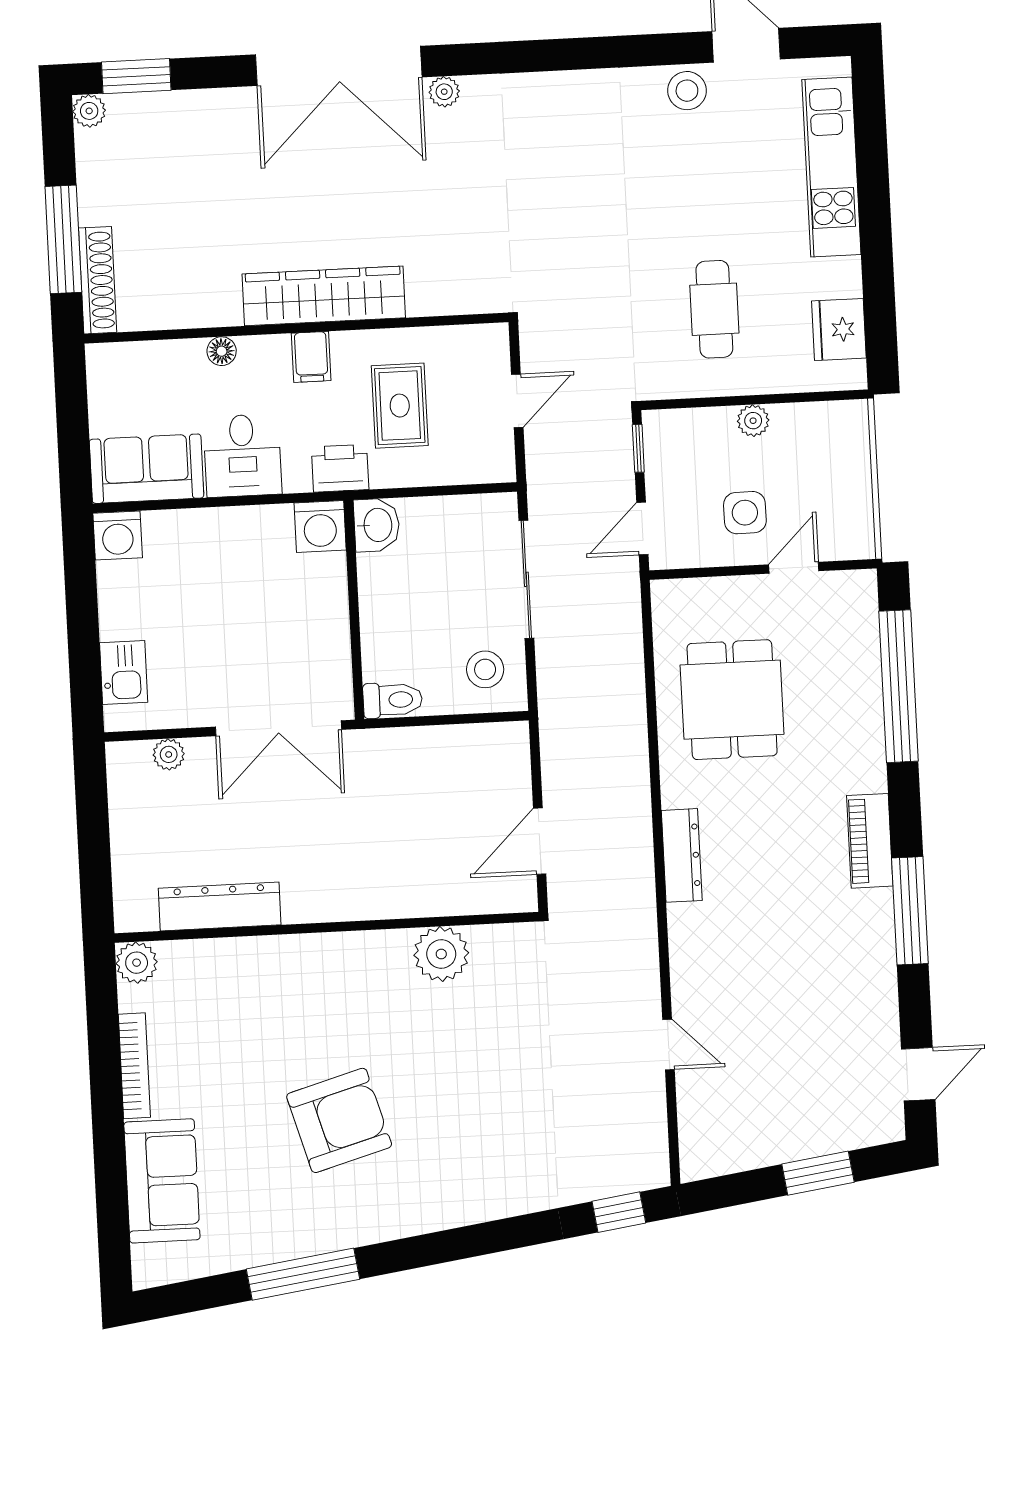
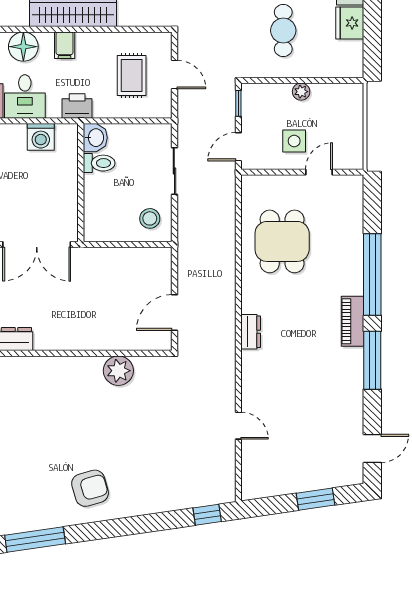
fridge: (839, 329) -> (350, 23), moved
floor lamp: (222, 351) -> (23, 47), width x1.89, depth x1.89
door: (517, 401) -> (174, 74), hinge flipped
rug: (400, 406) -> (132, 75), moved
washing machine: (320, 527) -> (41, 137), moved
sliding door: (526, 579) -> (174, 171), width x0.73
window: (899, 686) -> (372, 274), moved
toilet: (393, 700) -> (99, 163), moved
dresser: (682, 855) -> (251, 332), width x0.70
armchair: (339, 1120) -> (90, 488), moved, width x0.73, depth x0.73

